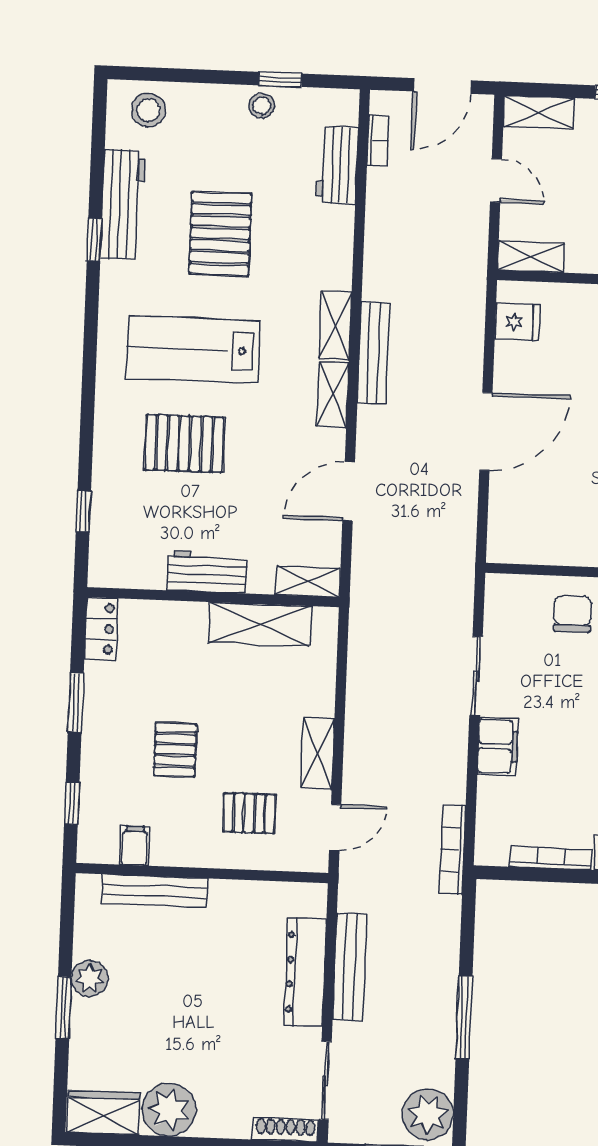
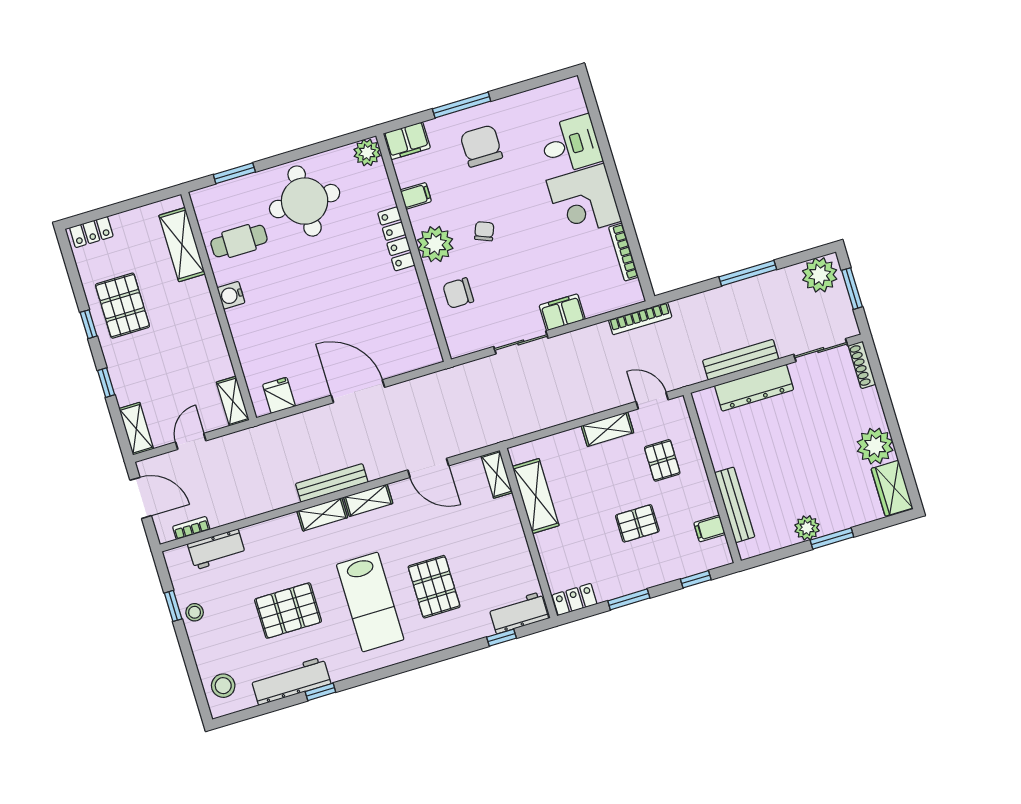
workbench: (207, 572) -> (519, 613), moved, turned 90

